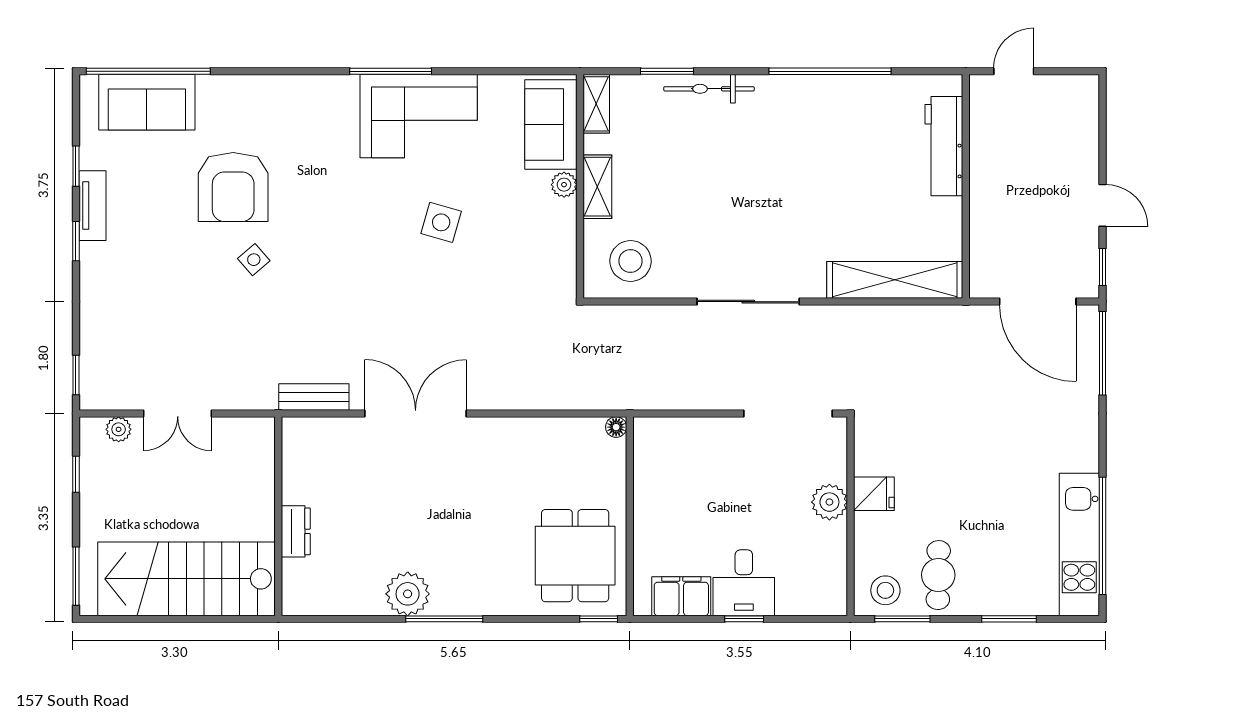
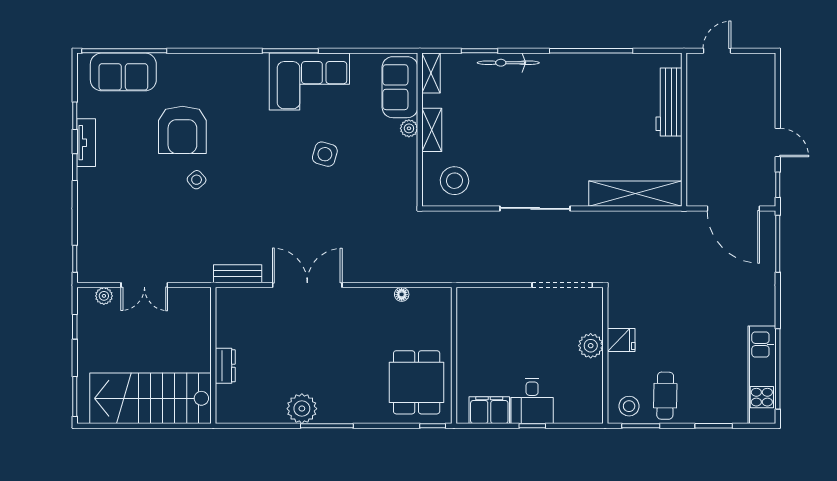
floor lamp: (616, 427) -> (402, 294), moved

